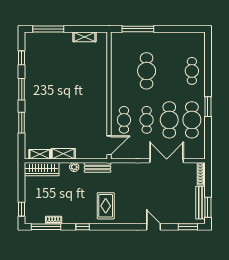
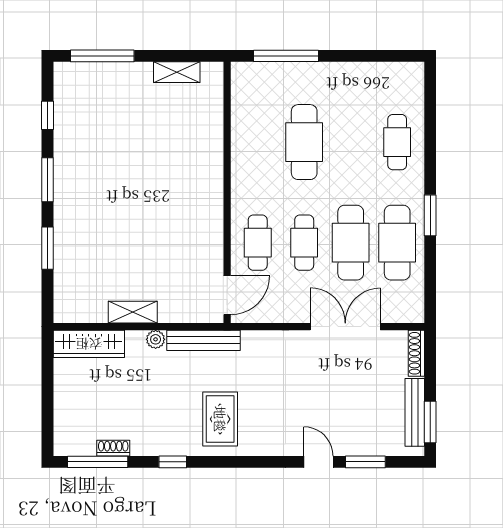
shelving: (40, 154) -> (85, 313), removed
bench: (98, 167) -> (203, 340), width x1.36
window: (22, 209) -> (47, 426), removed
window: (188, 227) -> (365, 462), moved

